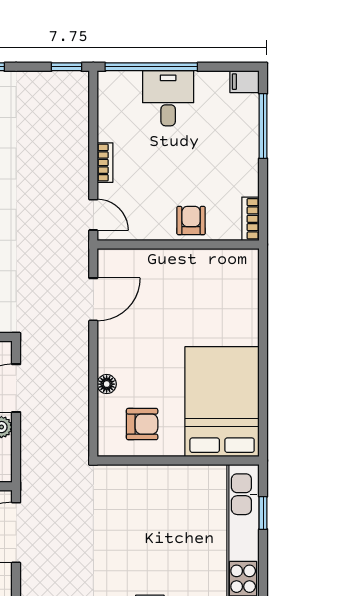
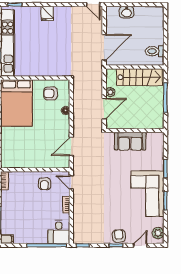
desk: (168, 98) -> (59, 232), moved
armchair: (191, 221) -> (44, 184), moved

